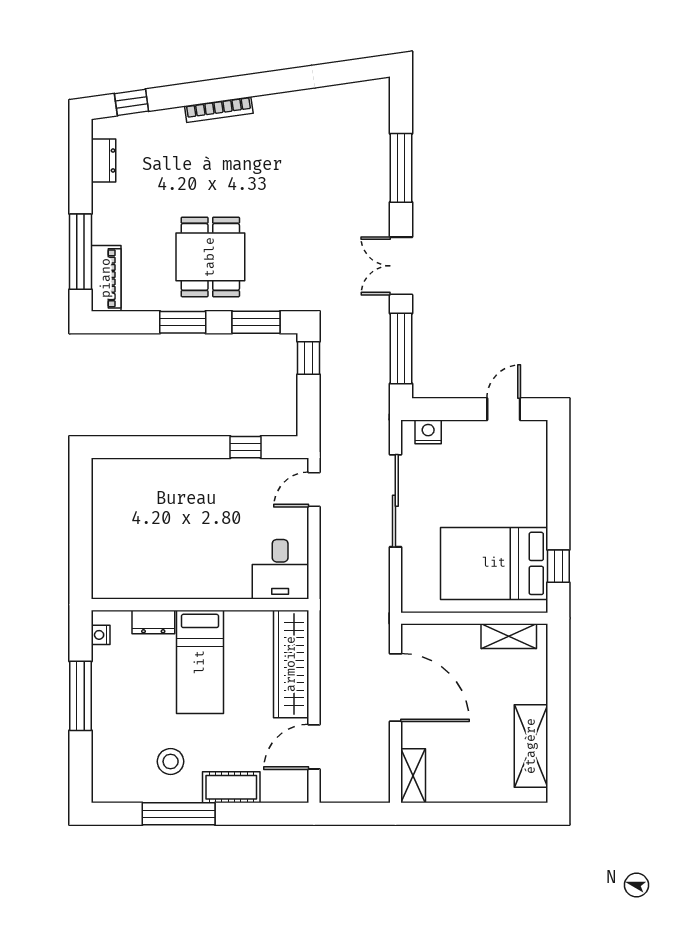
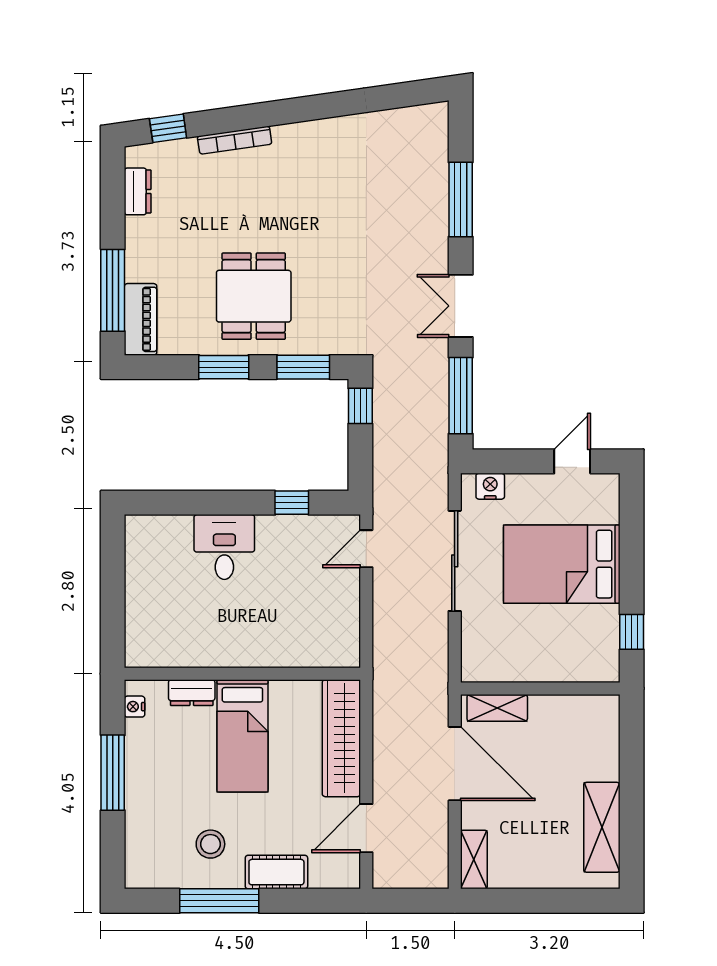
bookcase: (219, 110) -> (235, 140), moved
bed: (494, 563) -> (562, 564), moved
desk: (280, 569) -> (224, 547), moved, turned 180
shelving: (509, 636) -> (497, 708), moved

